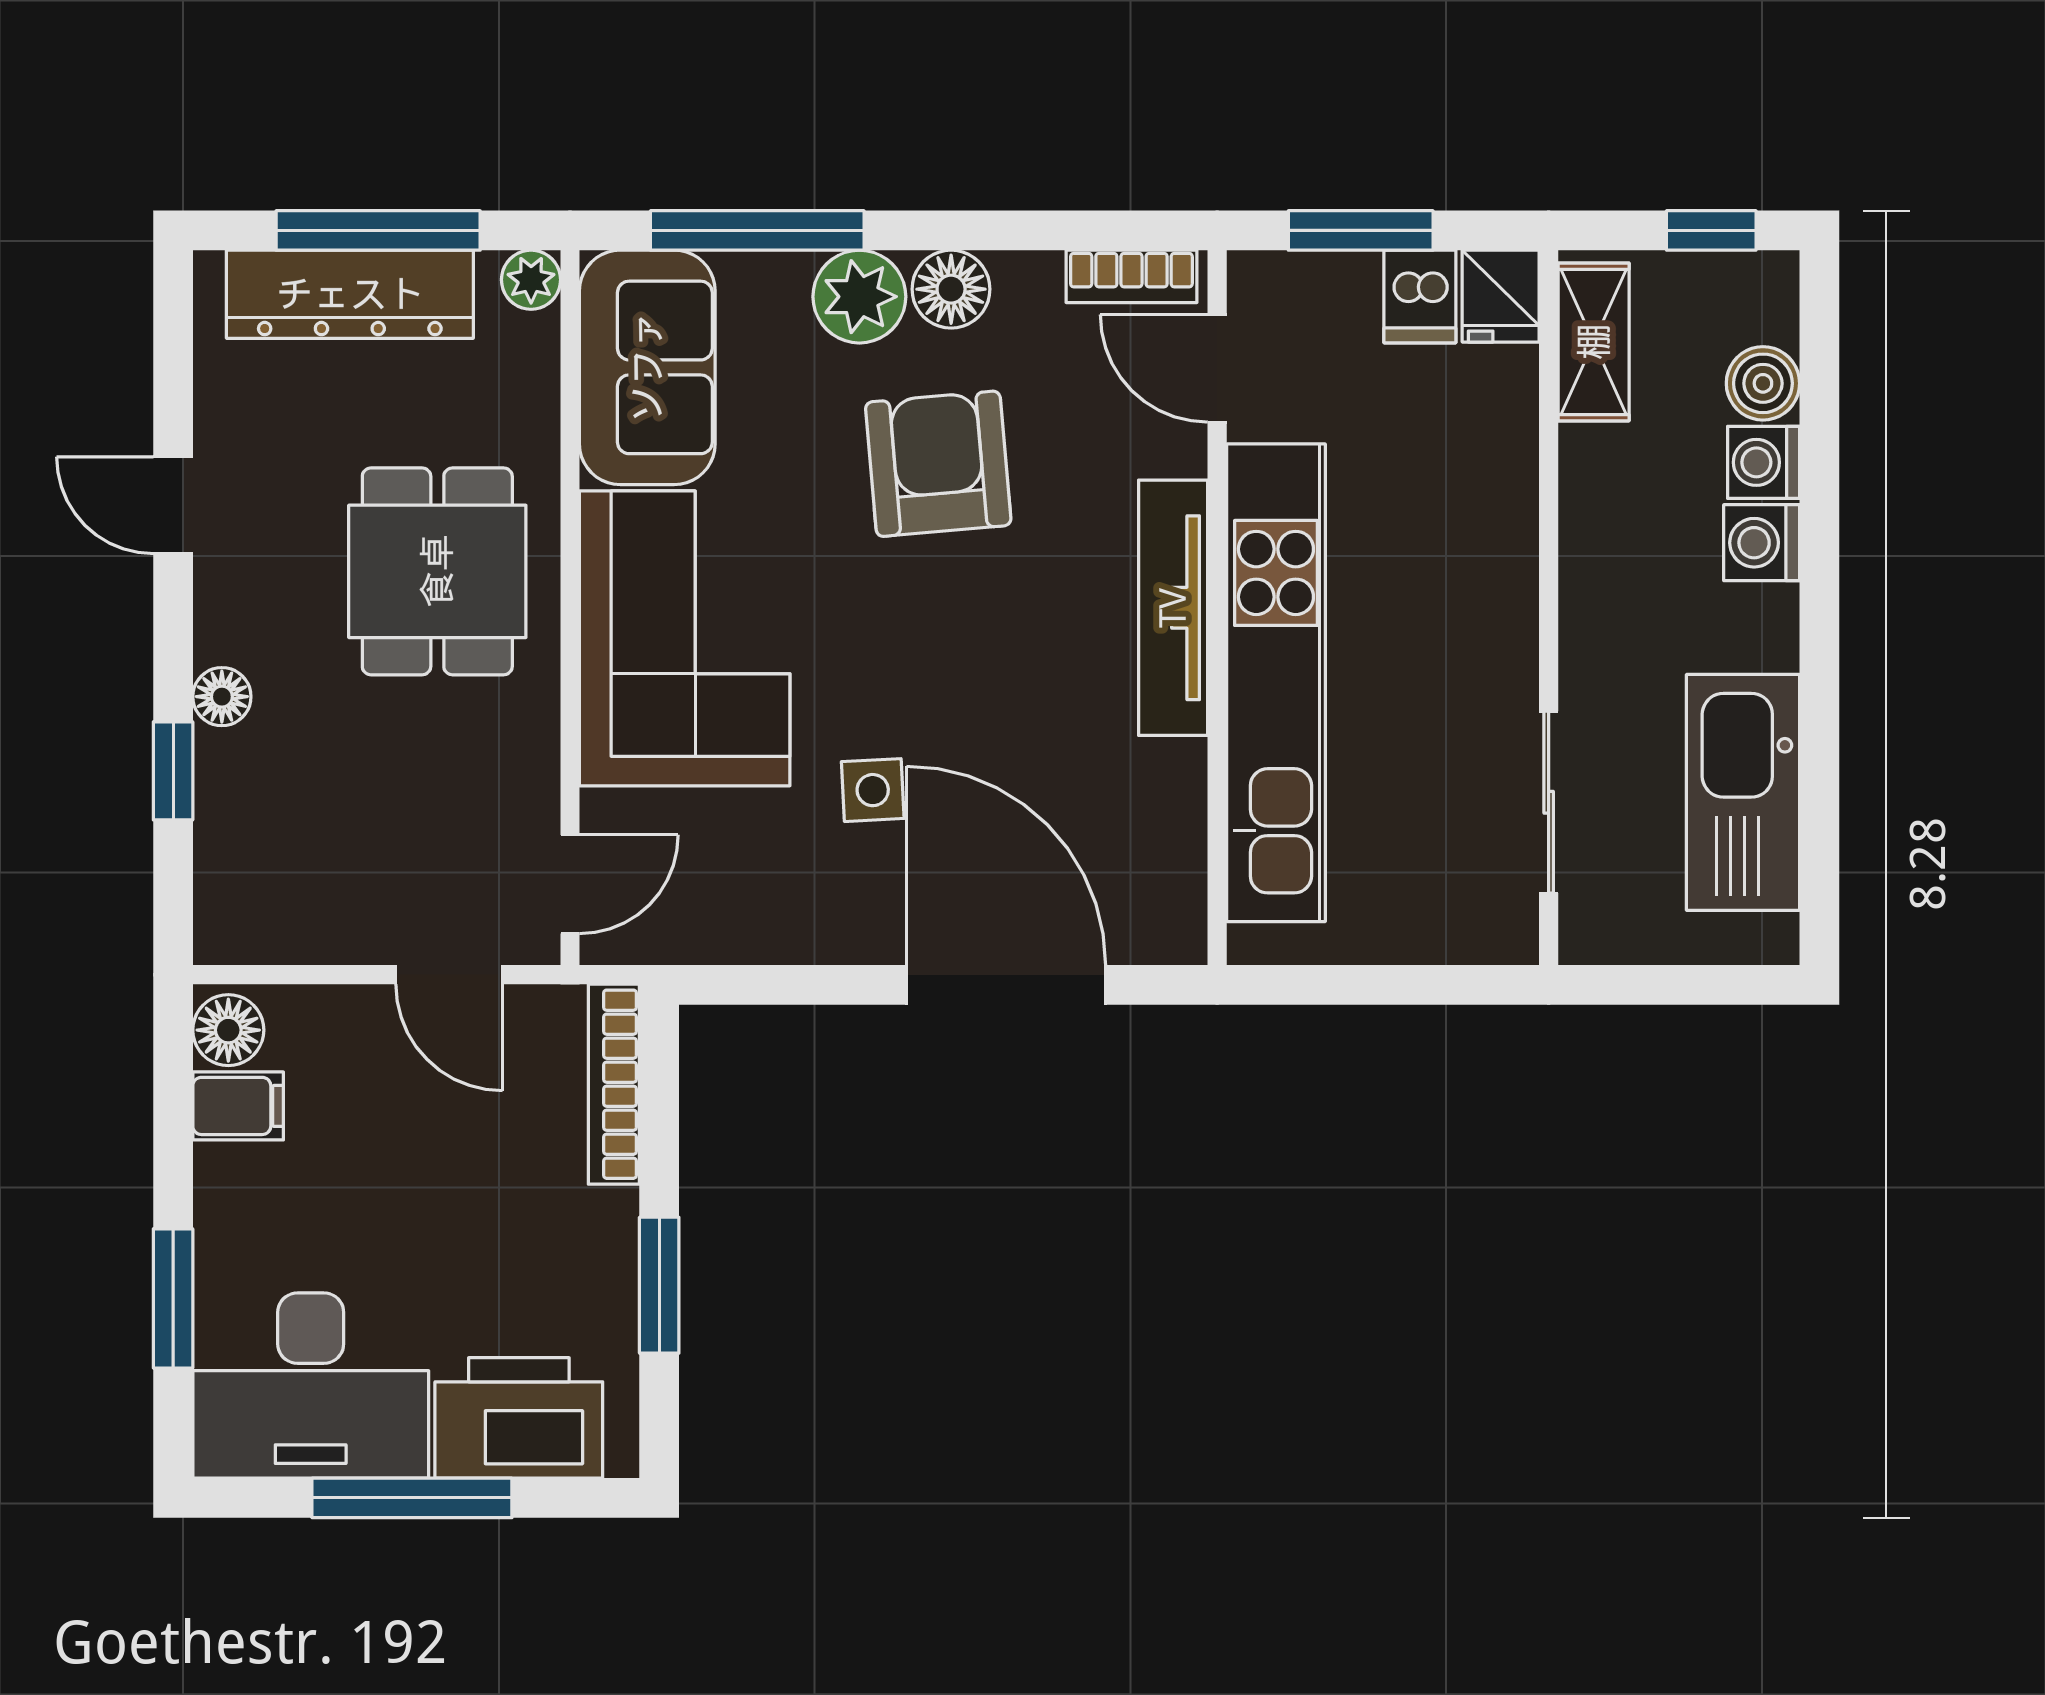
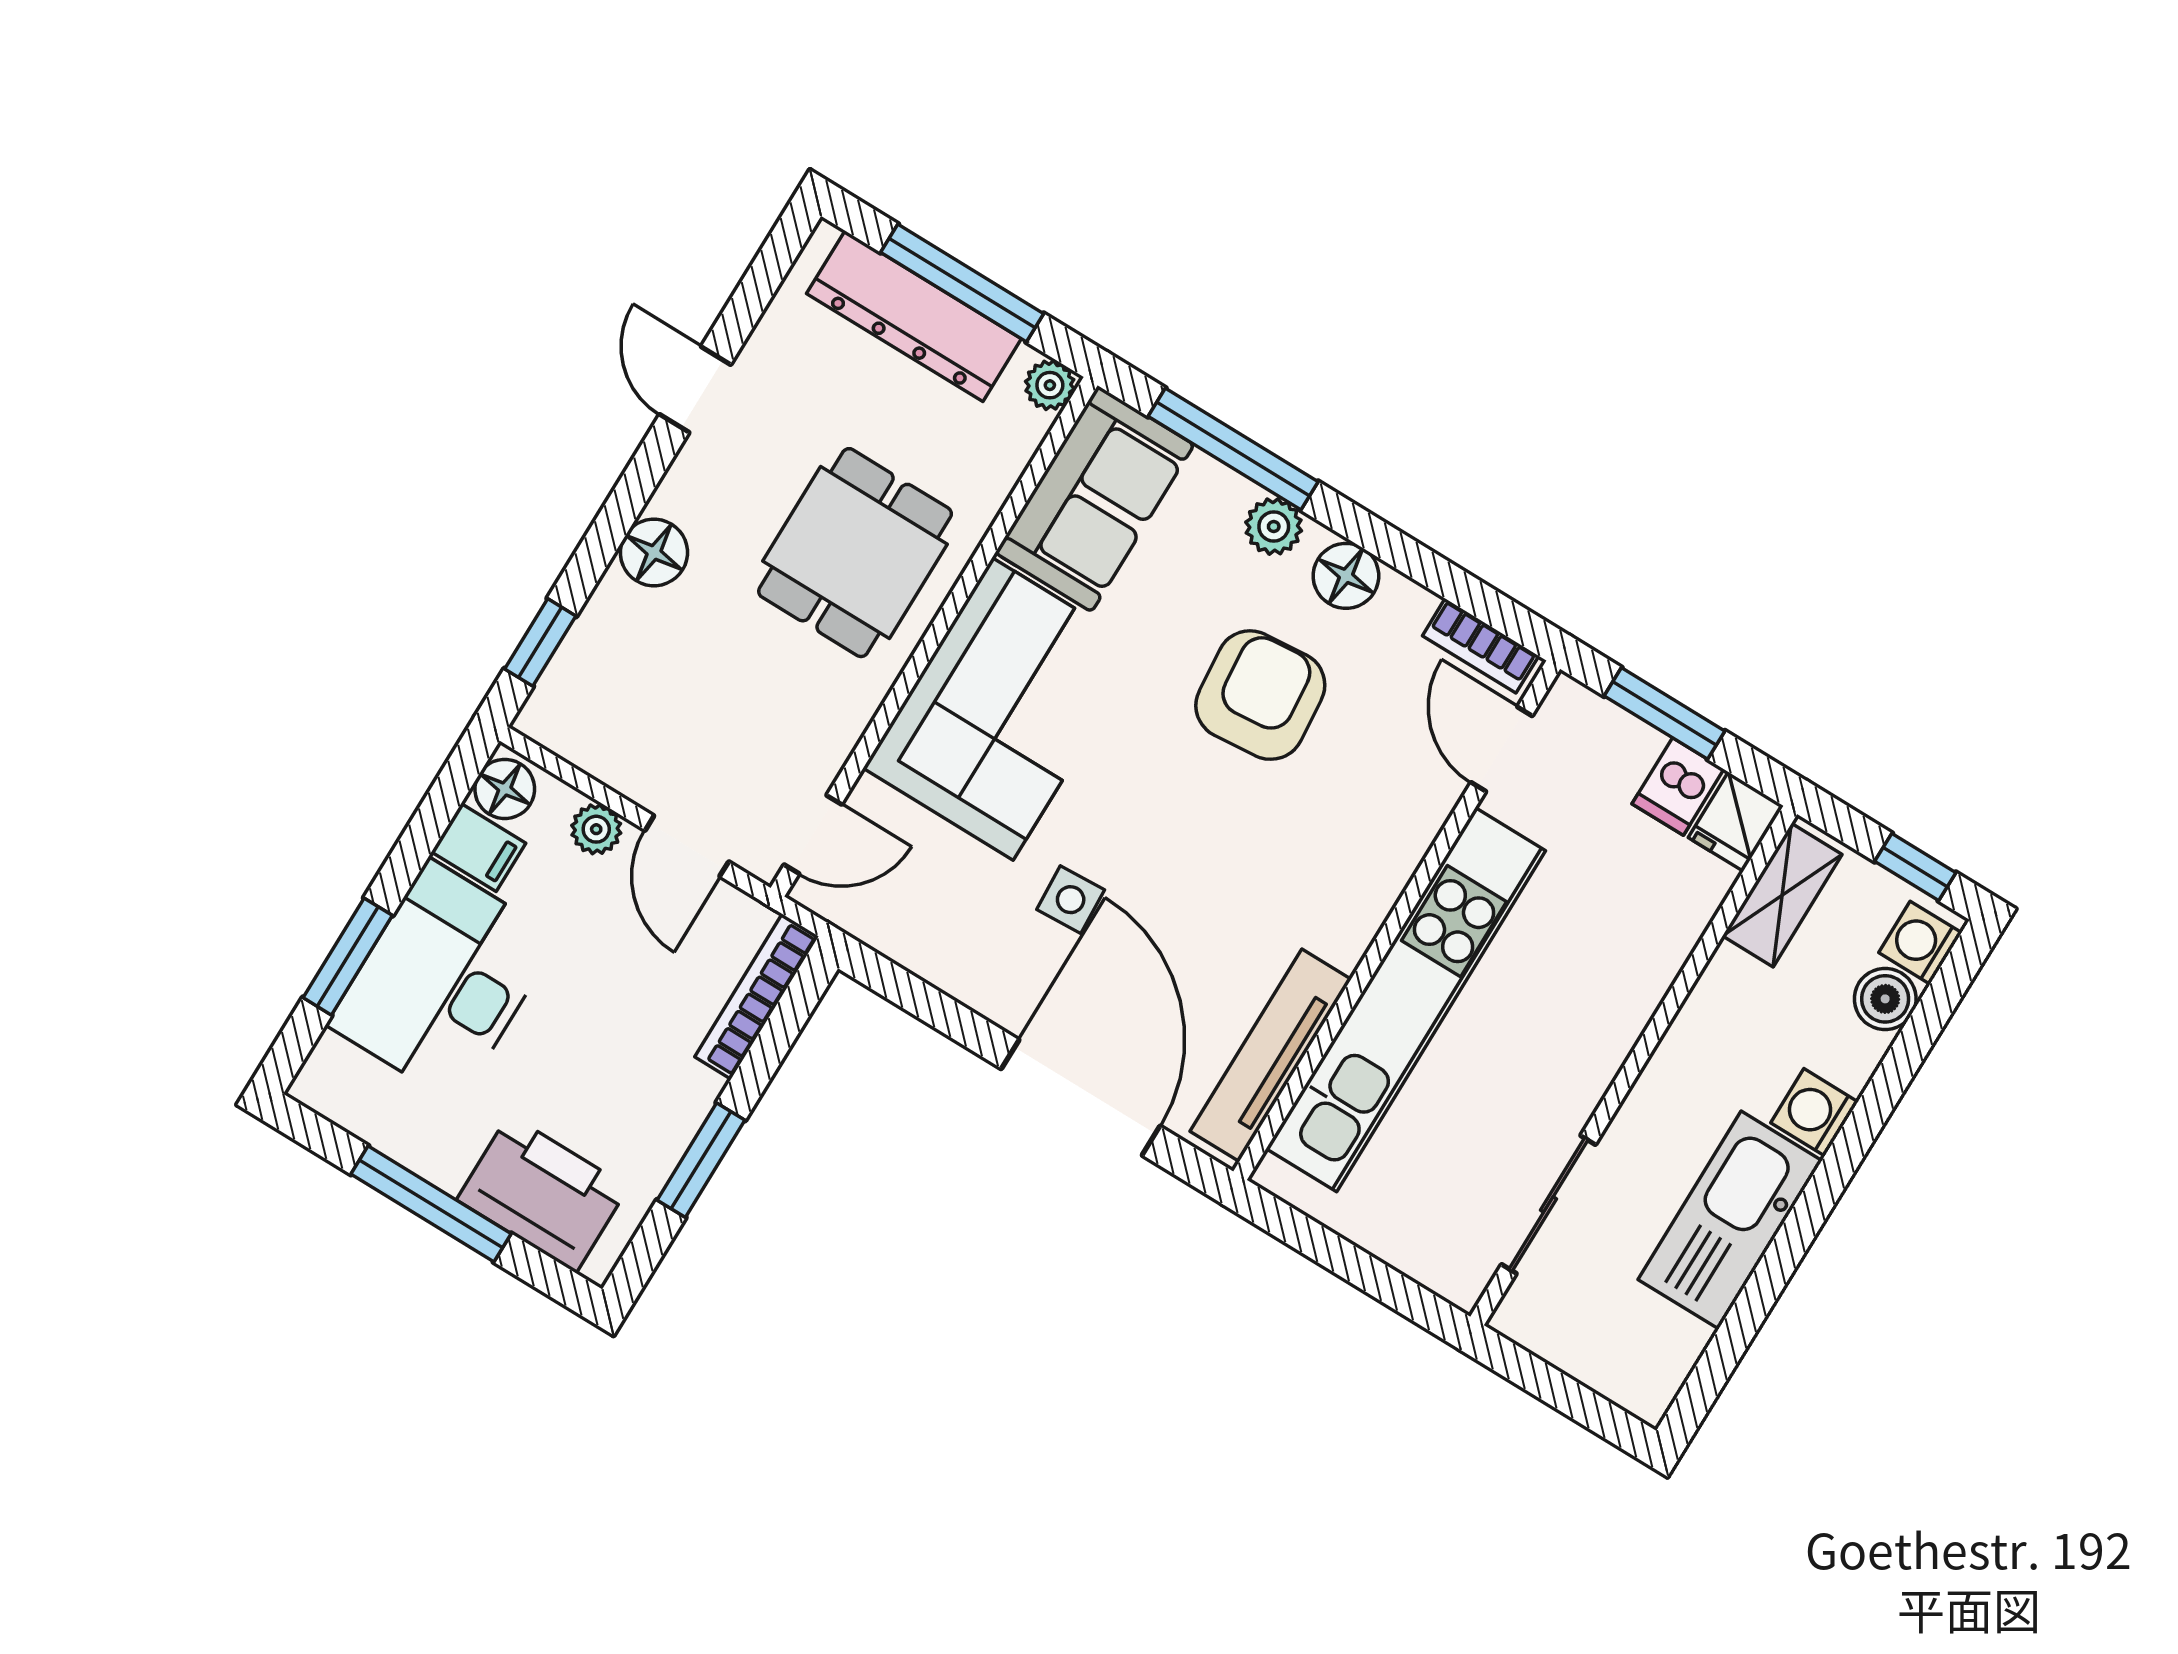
plant: (859, 297) -> (1274, 526), width x0.73, depth x0.73
washing machine: (1764, 462) -> (1920, 943), moved
tv unit: (1173, 608) -> (1271, 1055), moved
floor lamp: (222, 697) -> (654, 552), width x1.37, depth x1.37
window: (173, 771) -> (540, 642), moved
kitchen sink: (1743, 792) -> (1730, 1220), moved
plant: (346, 1014) -> (596, 829), added
desk: (311, 1386) -> (443, 981), moved, turned 90

